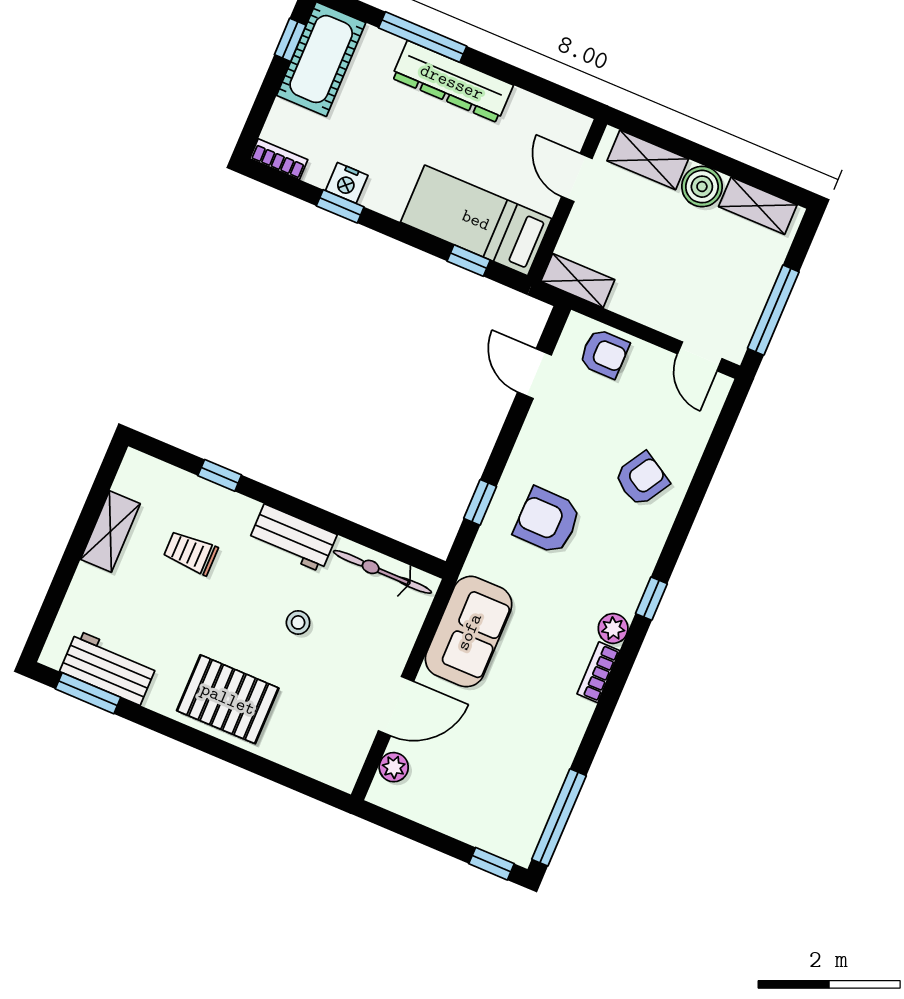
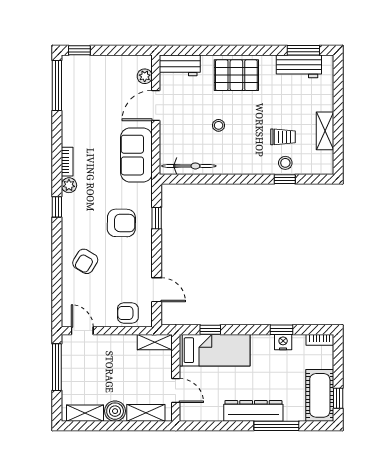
stool: (206, 504) -> (285, 163), added
workbench: (293, 538) -> (180, 65), moved, turned 180

